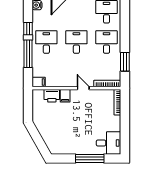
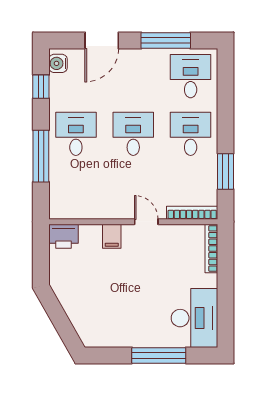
window: (28, 29) -> (41, 87), moved
filing cabinet: (39, 82) -> (61, 210), removed
printer: (52, 96) -> (63, 236), moved
desk: (109, 143) -> (194, 318), width x1.37

